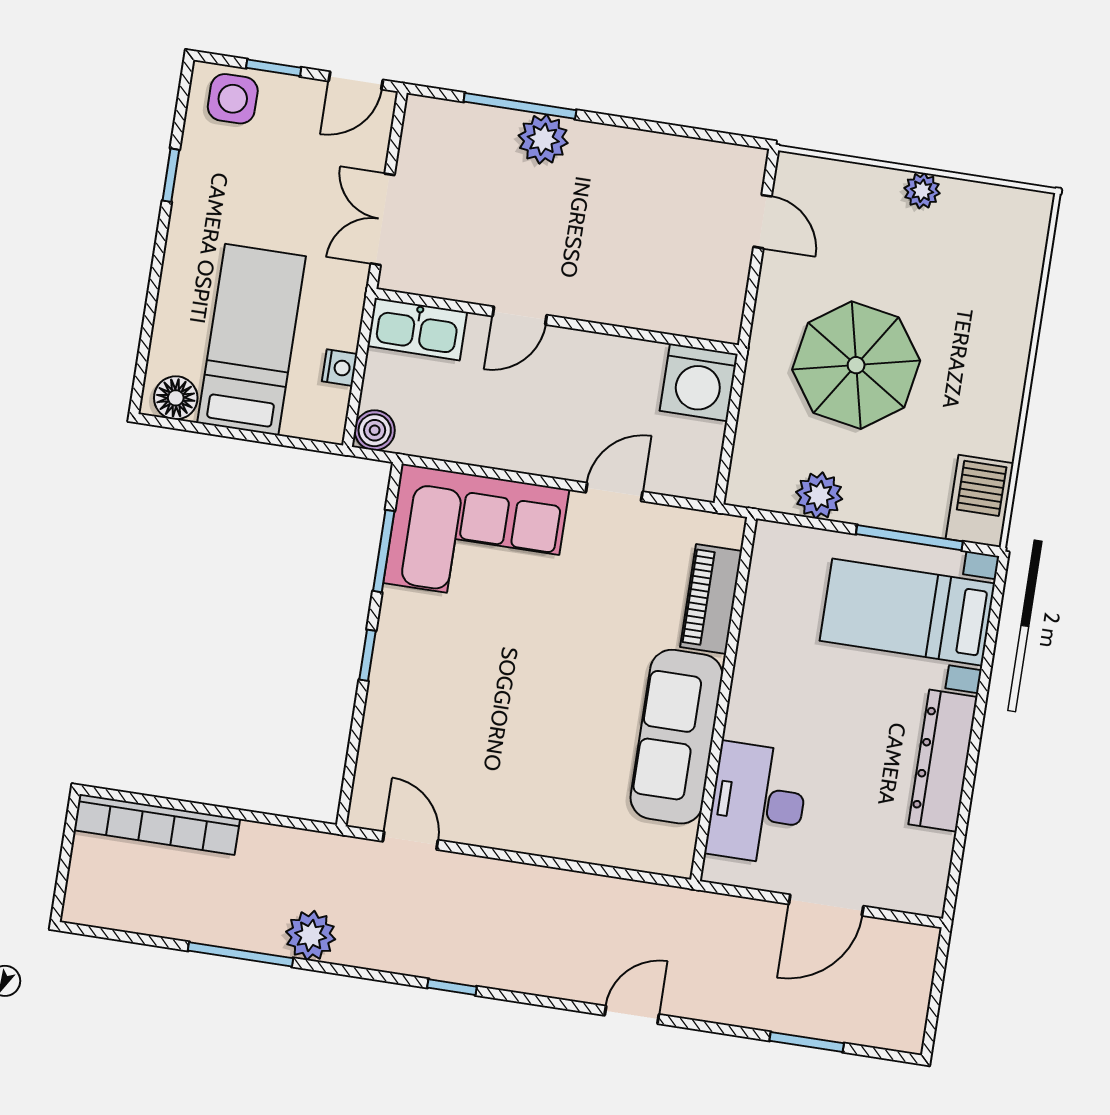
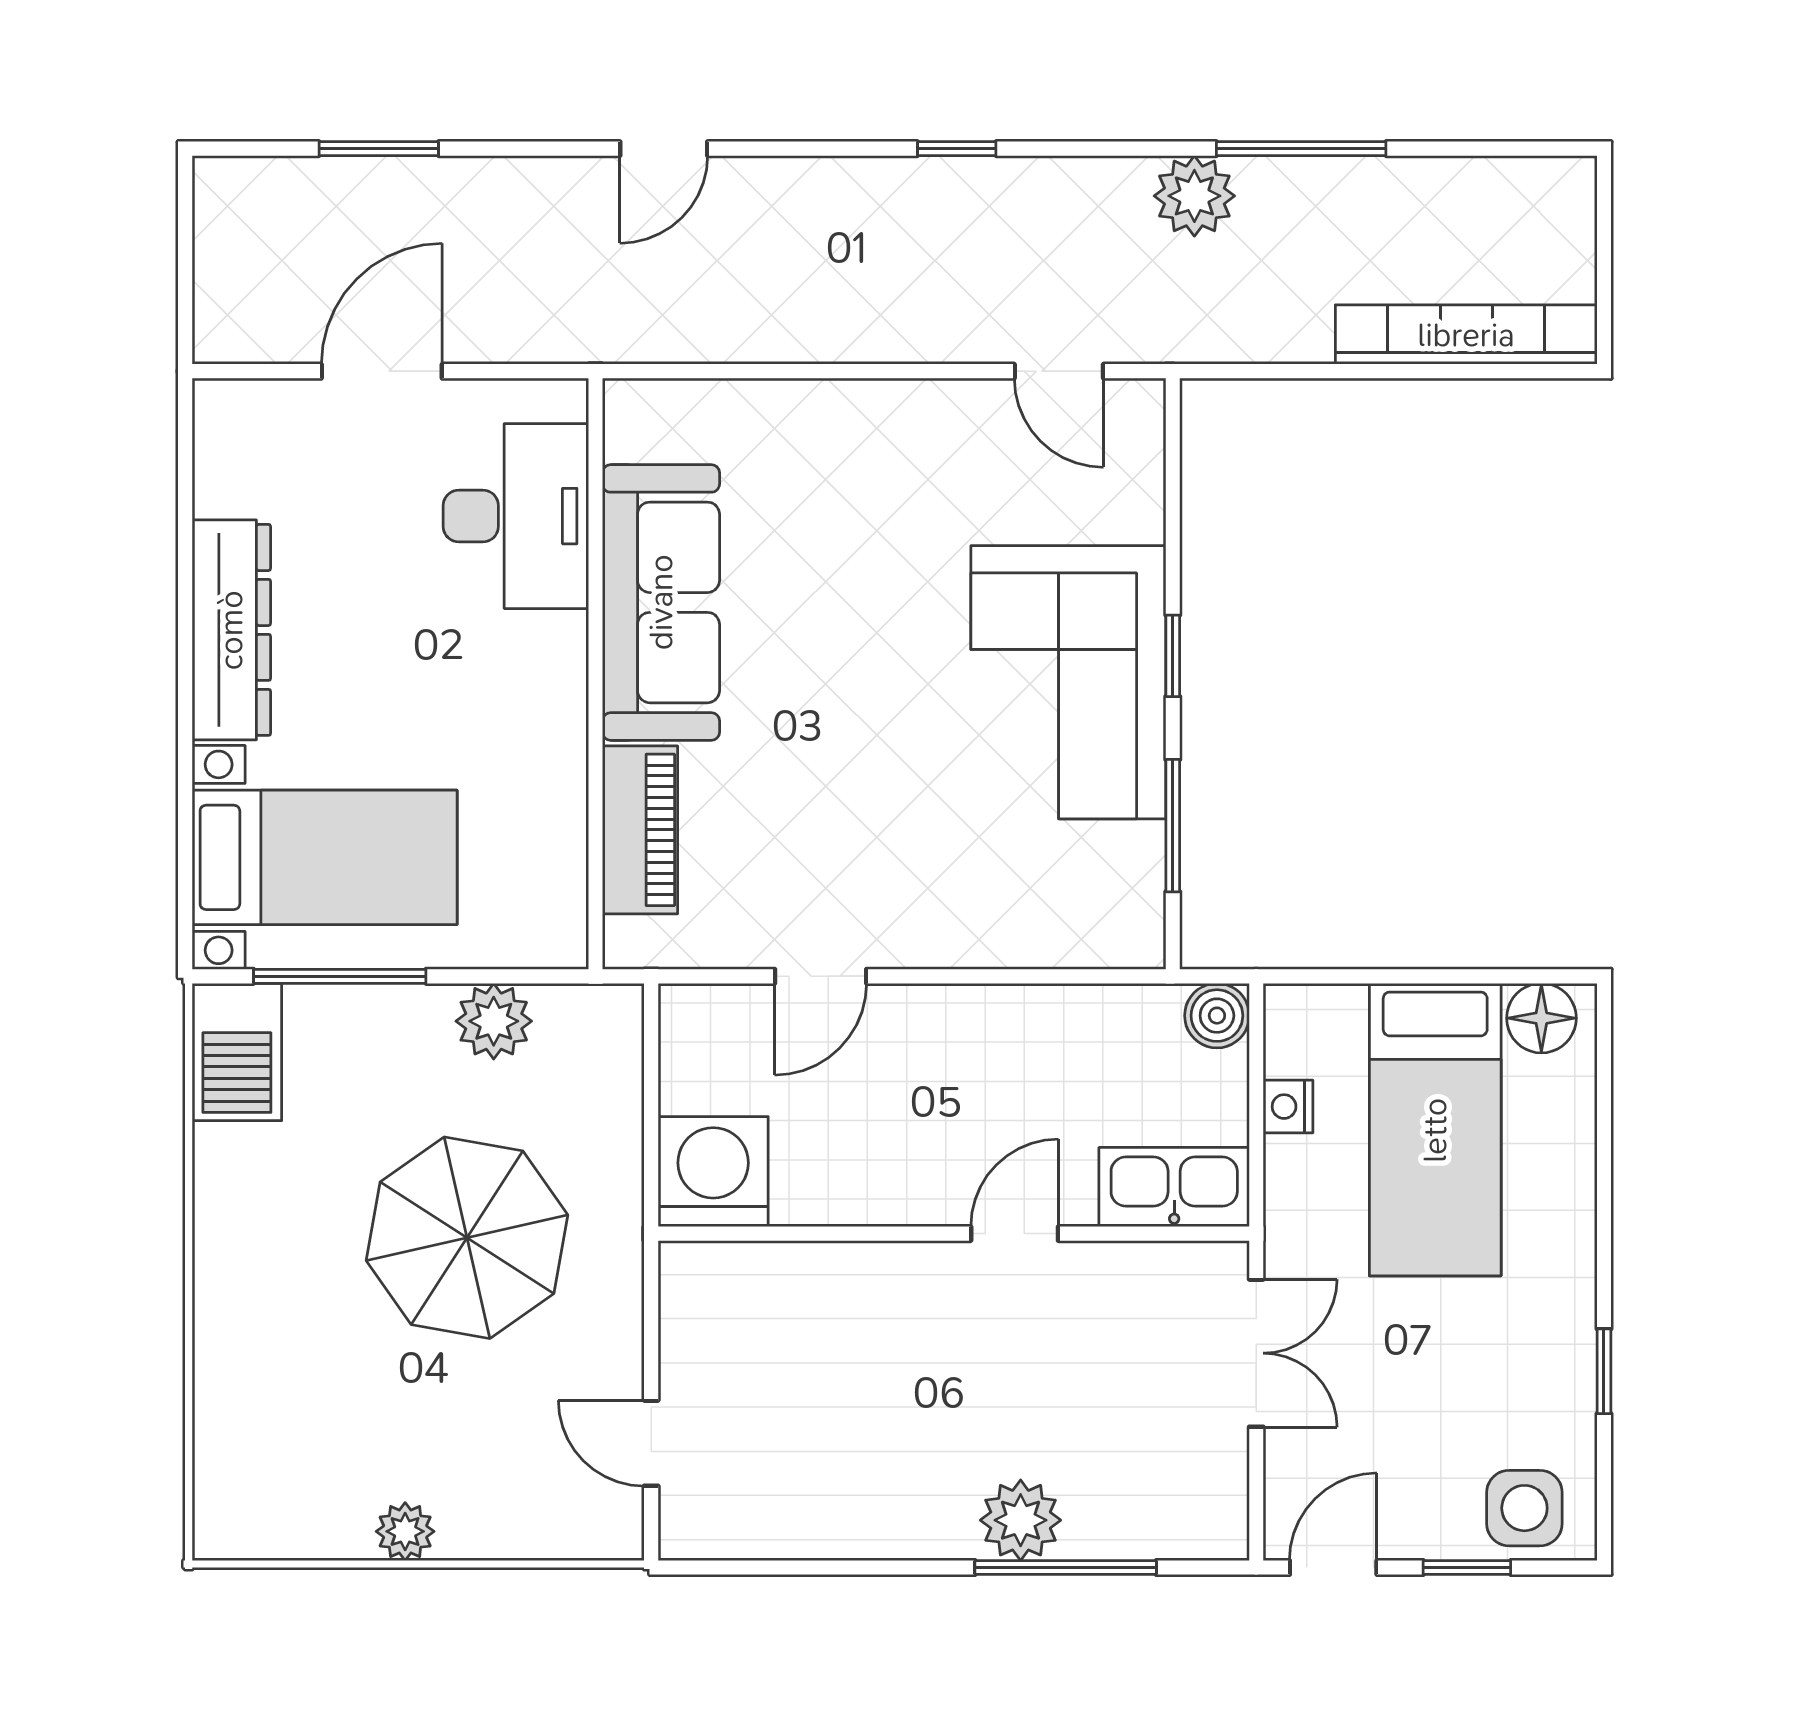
corner sofa: (476, 536) -> (1068, 682), moved, turned -90

